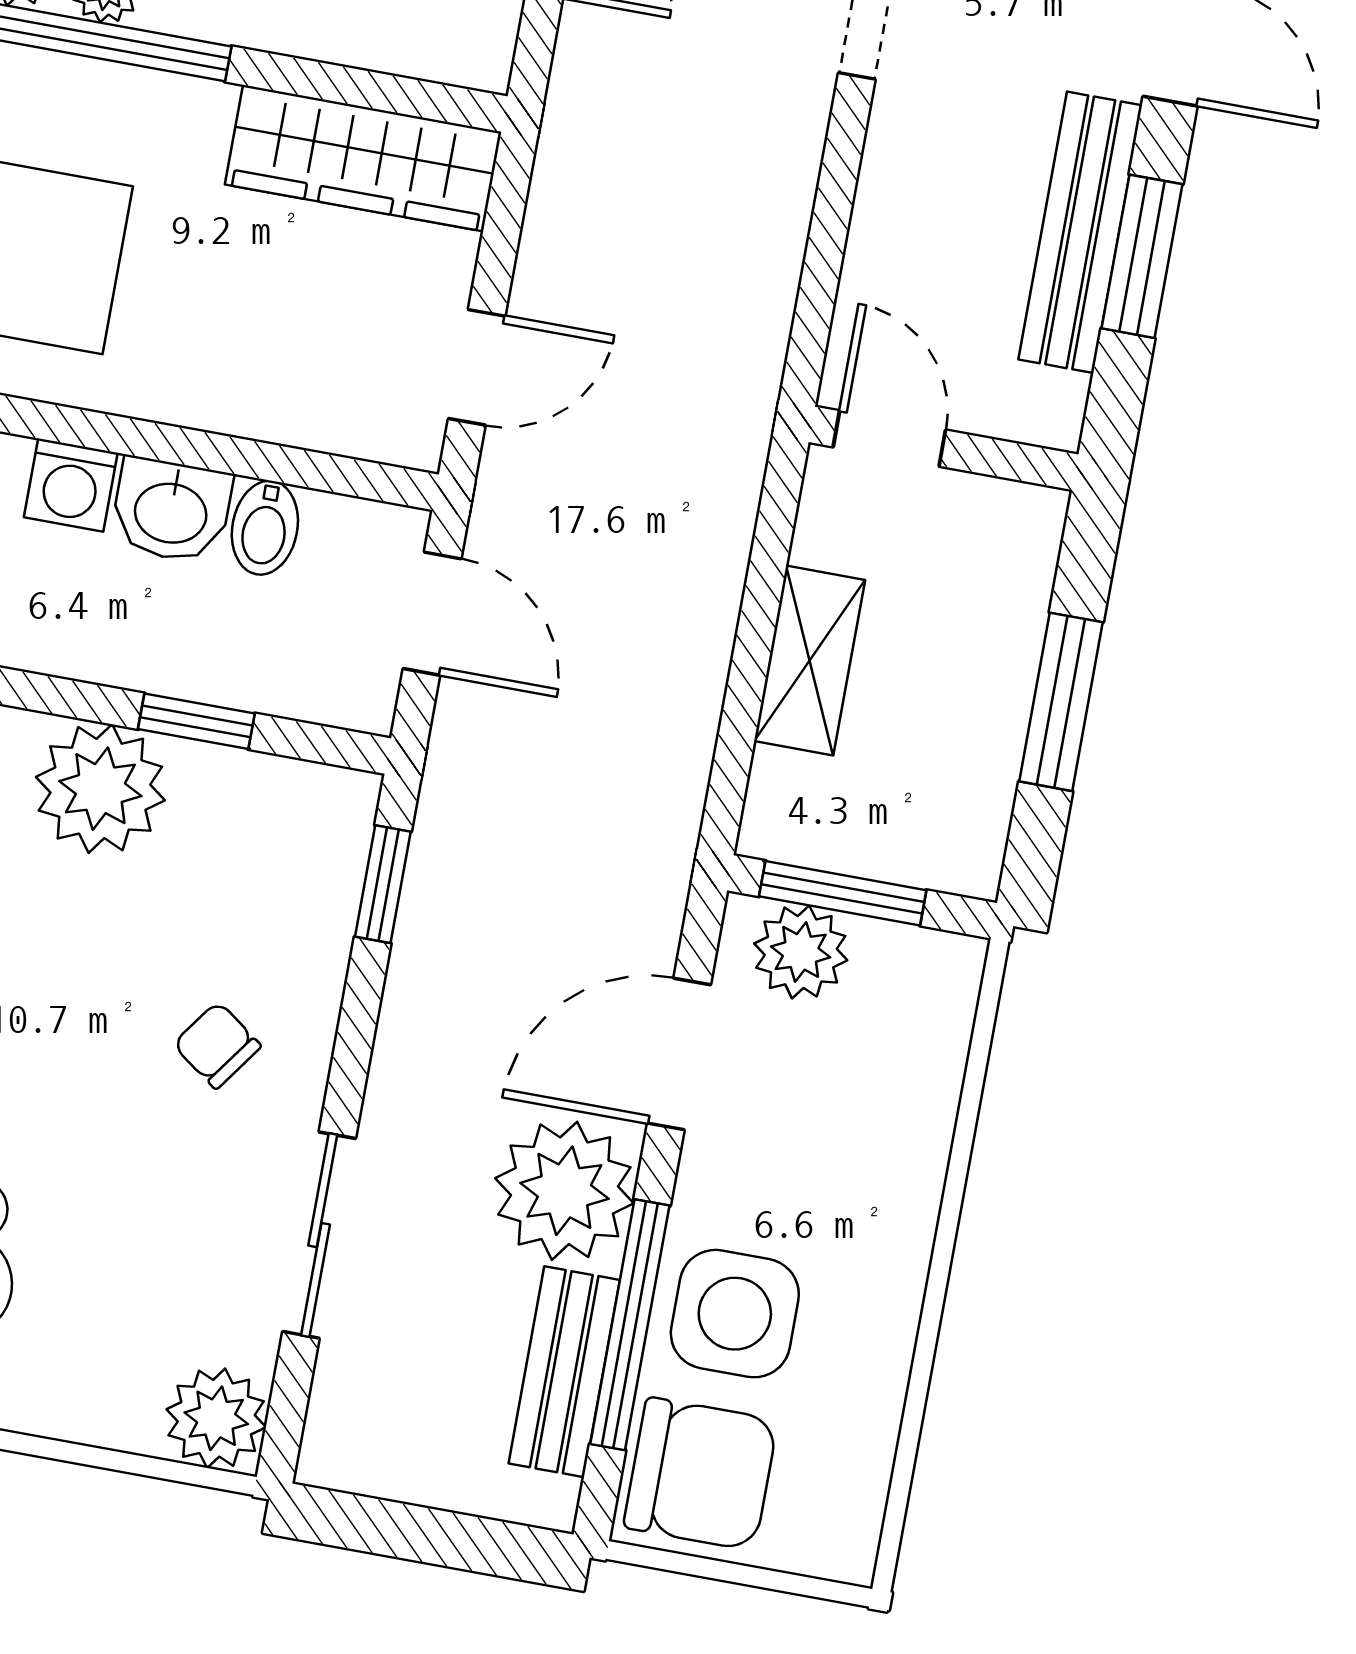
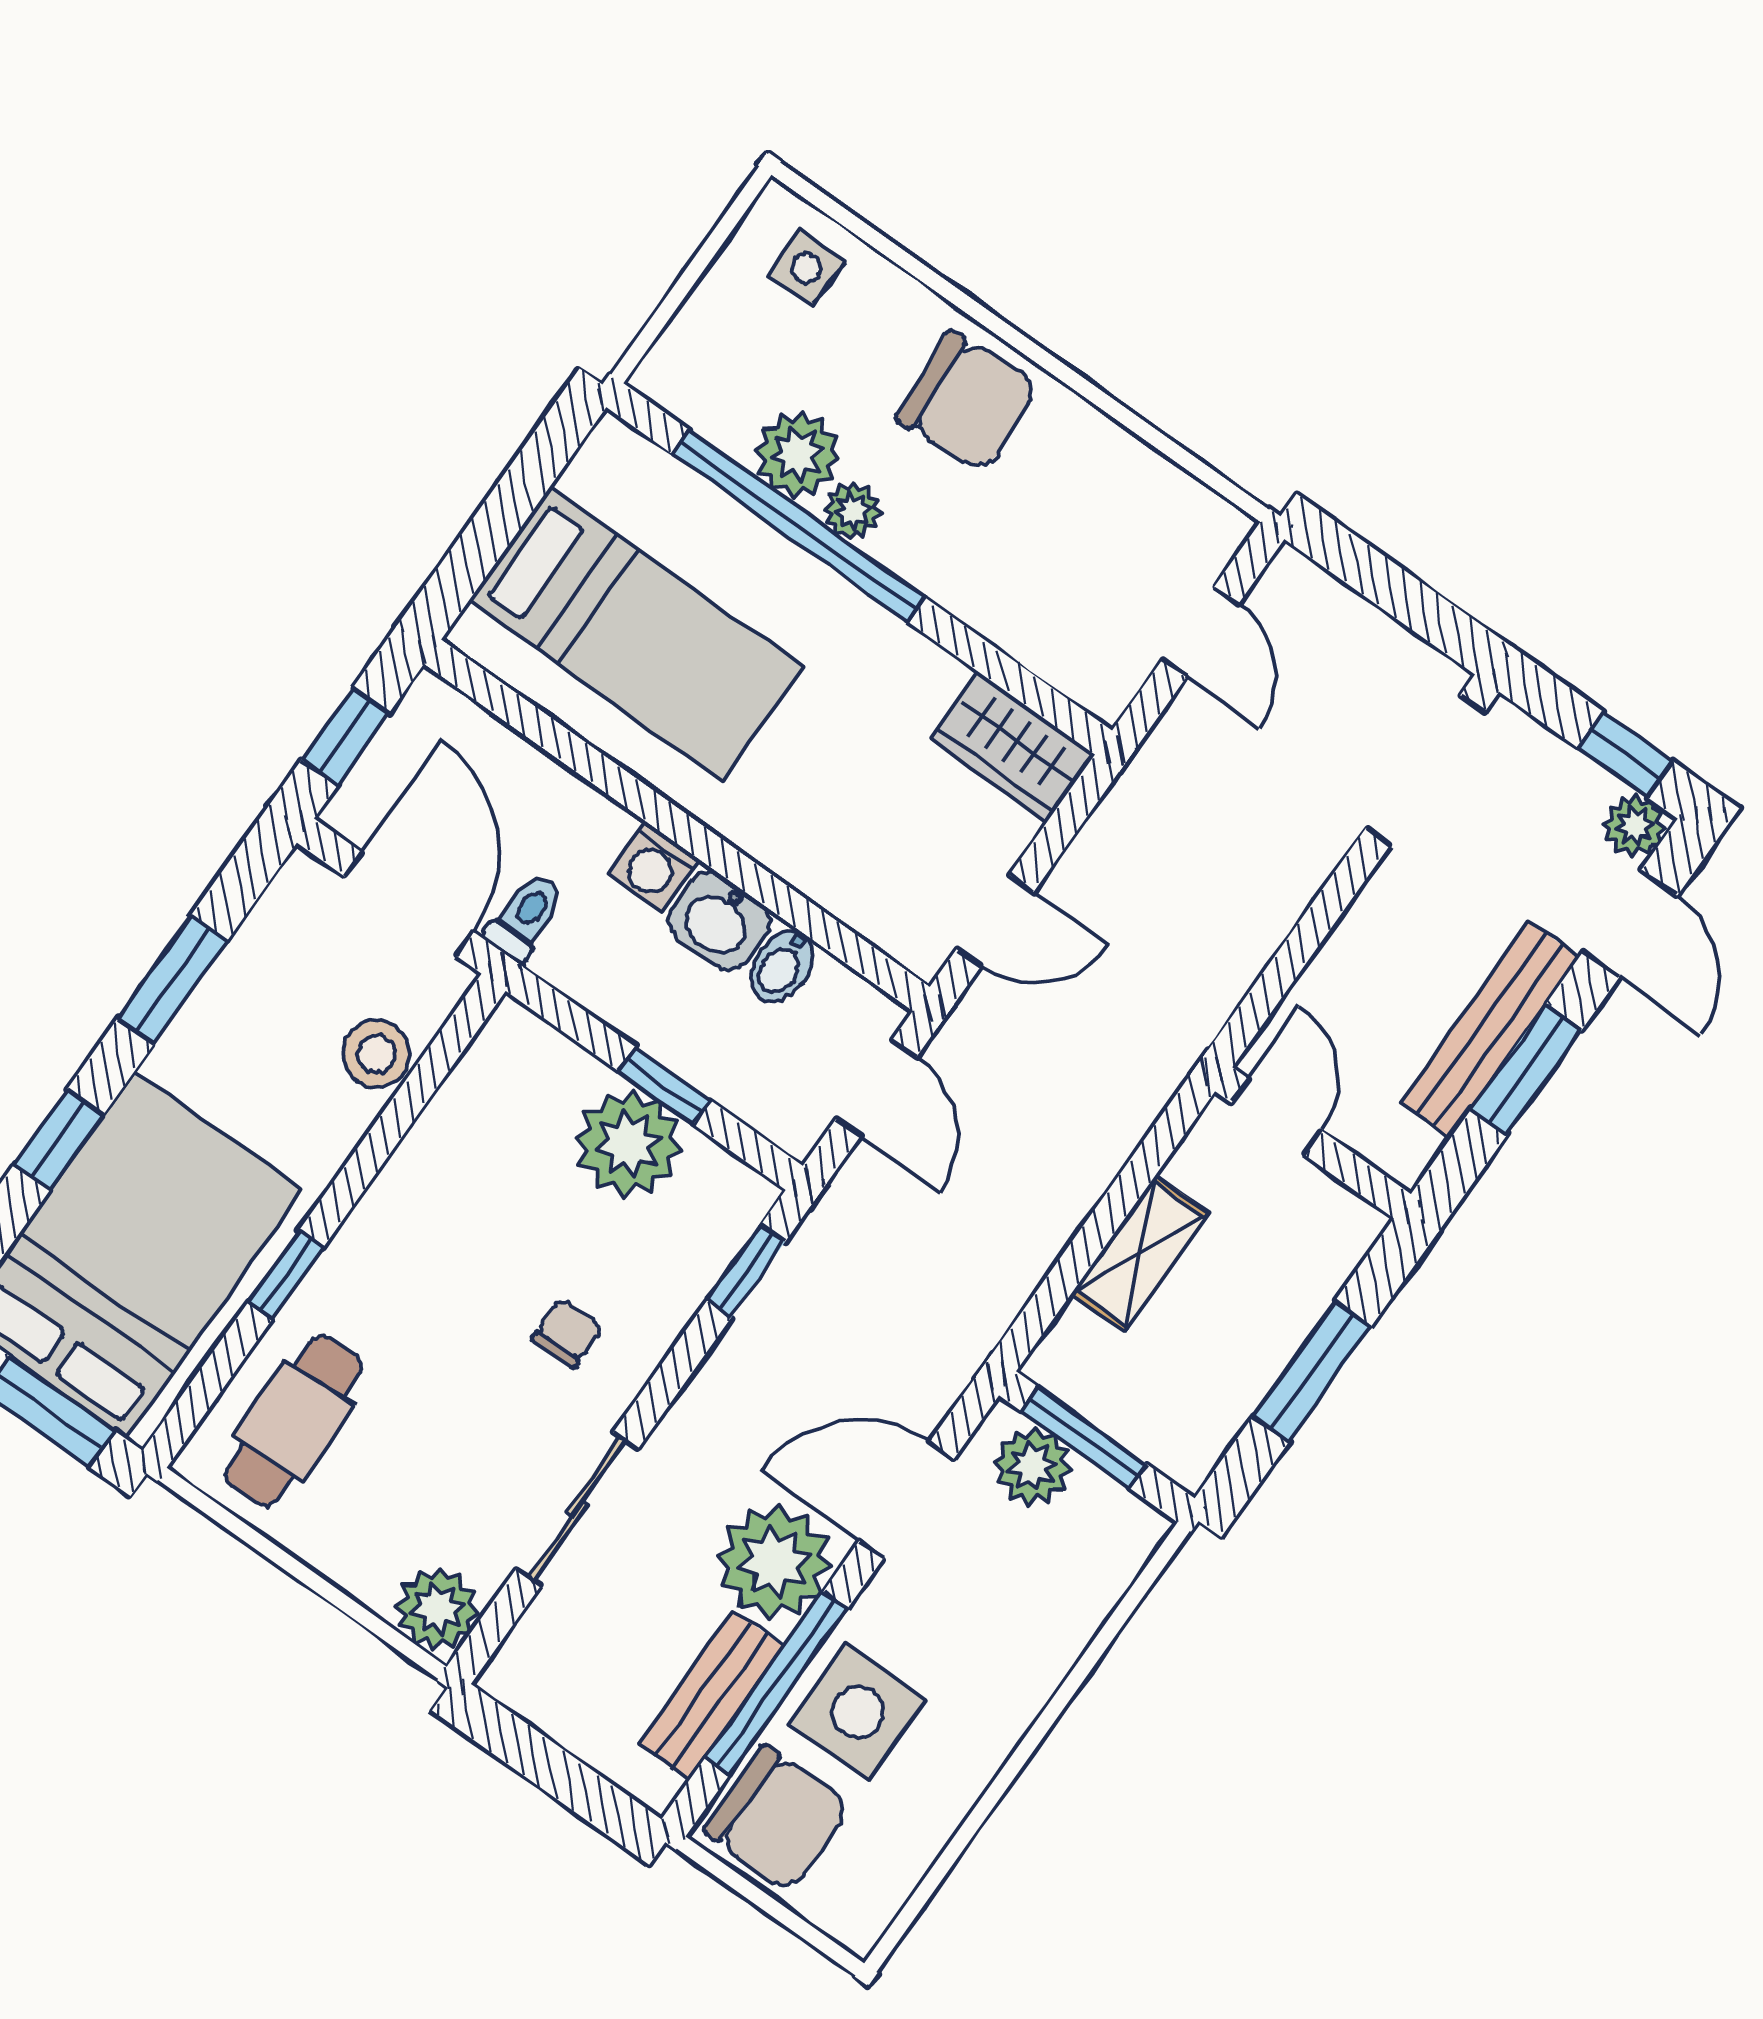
wardrobe: (363, 158) -> (1013, 747), width x0.67
plant: (100, 789) -> (628, 1144), moved
chair: (217, 1045) -> (567, 1333), turned 54

